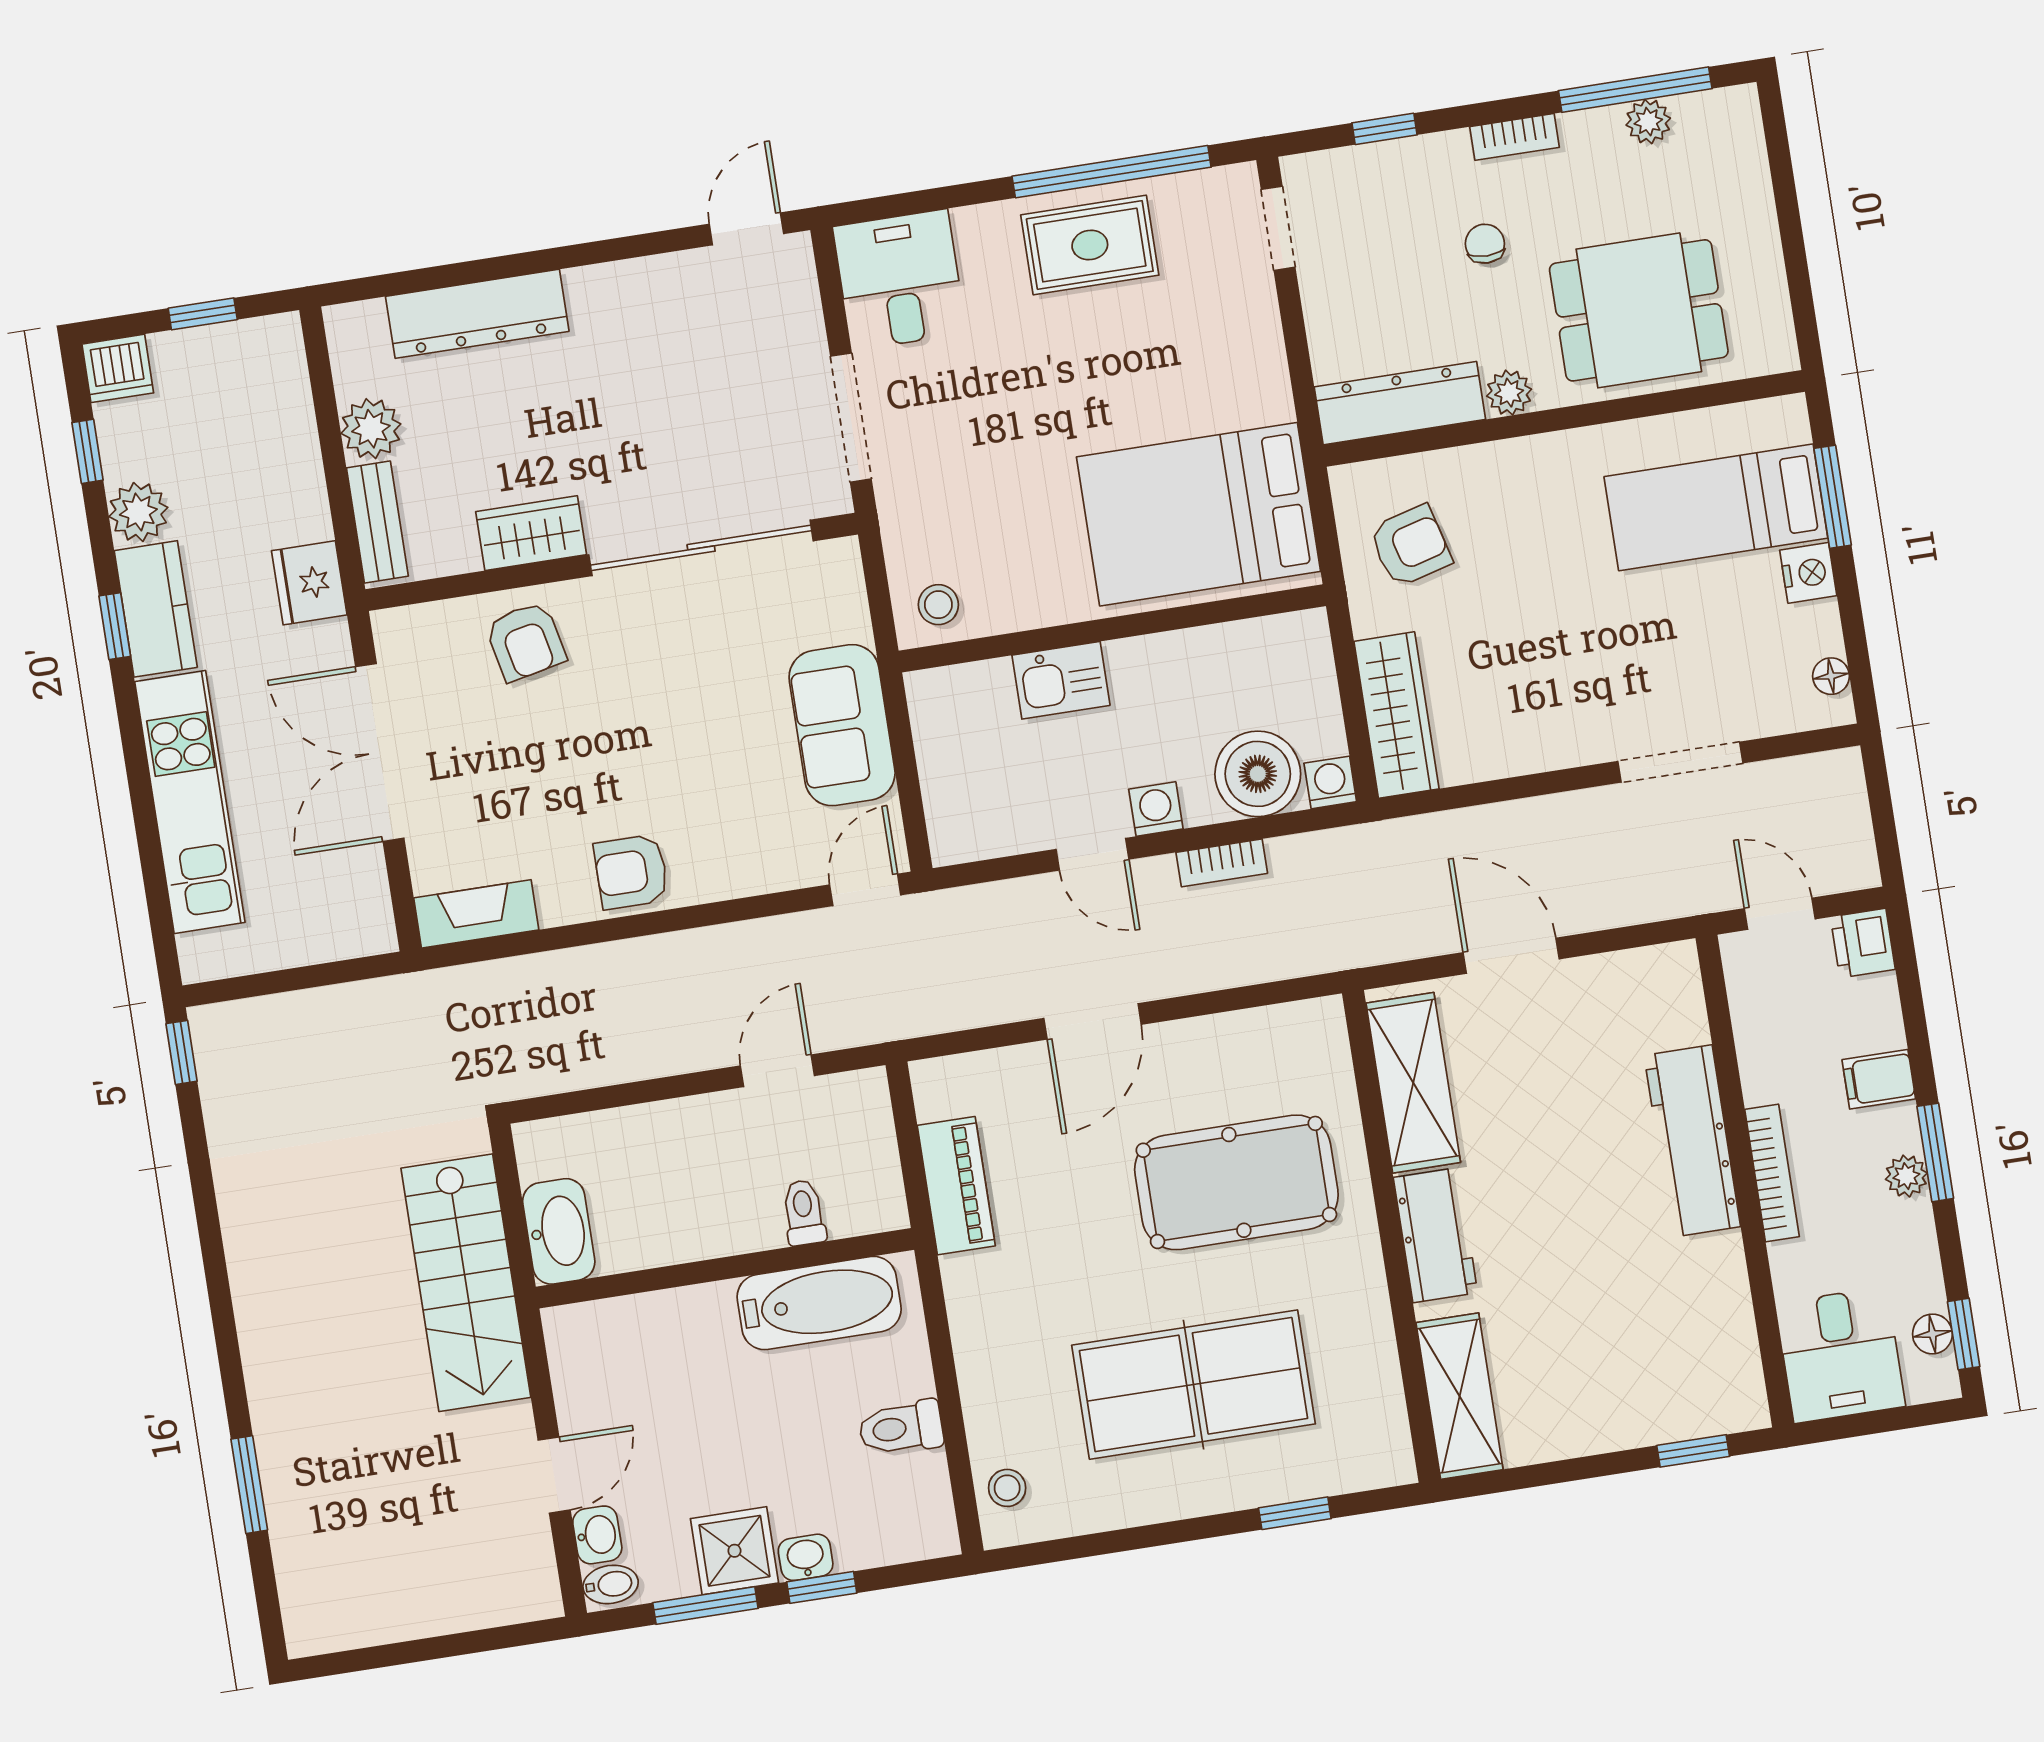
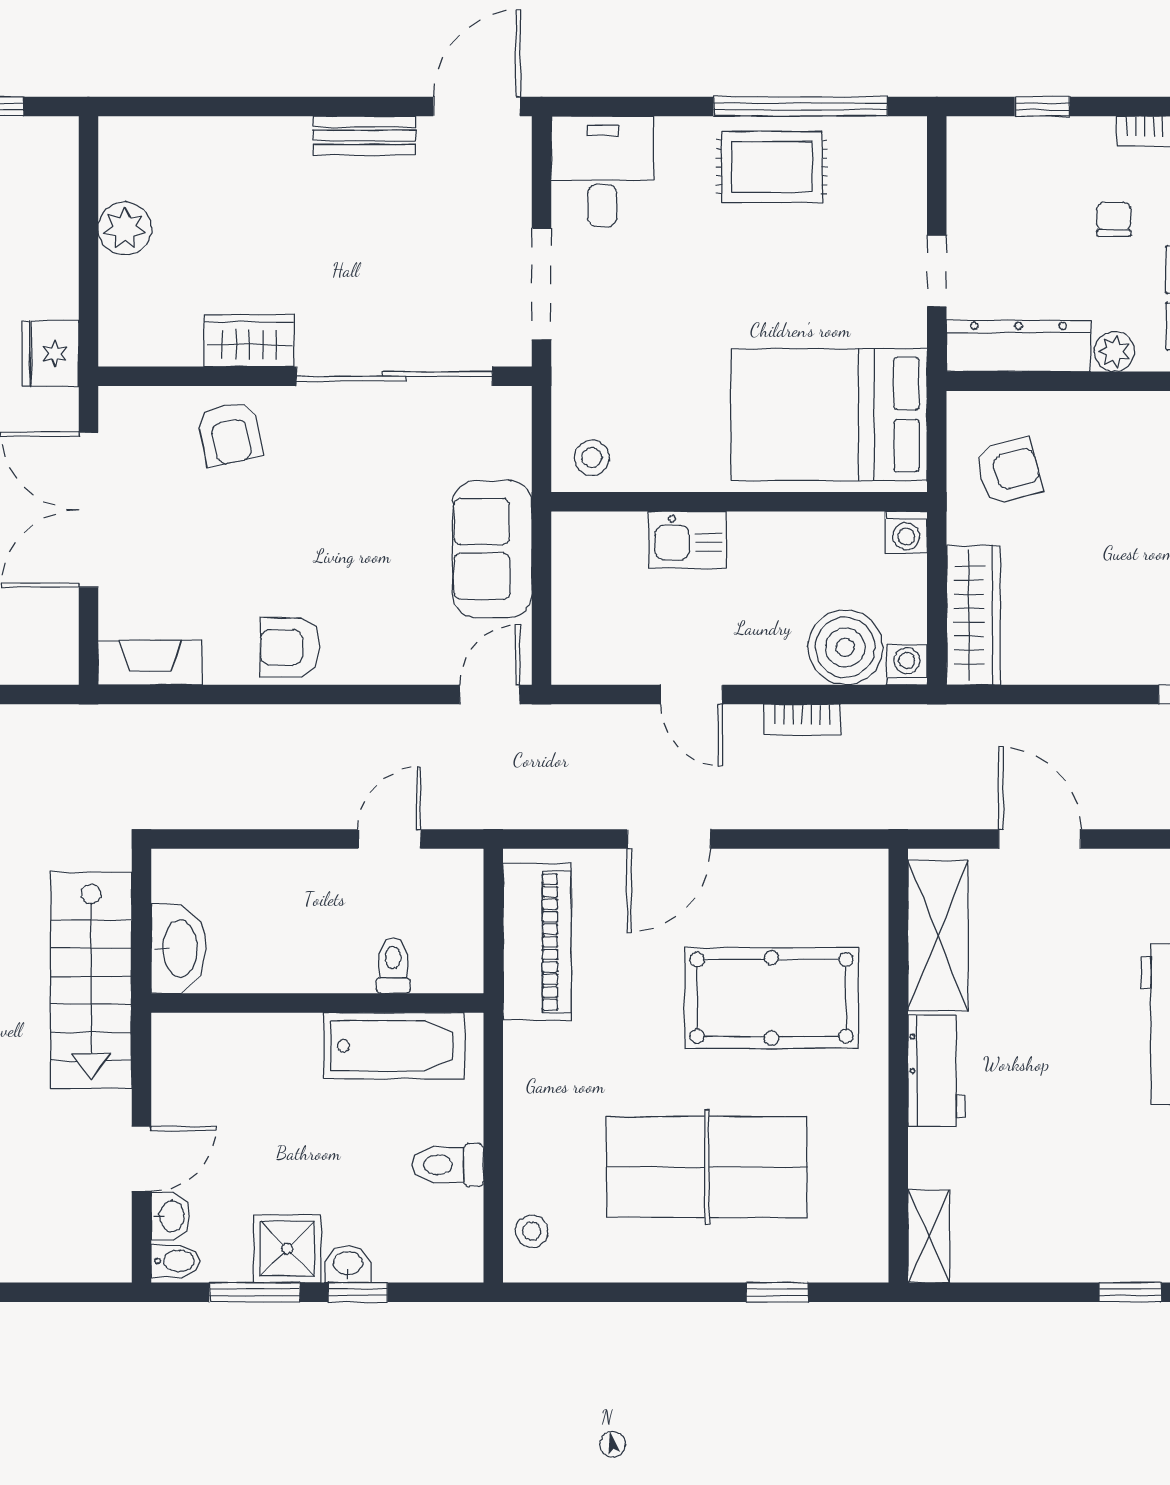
doorway: (1278, 228) -> (937, 271), moved
door: (746, 229) -> (477, 106), width x1.38
dresser: (477, 314) -> (232, 144), removed
bench: (377, 522) -> (364, 136), moved, turned 90
washing machine: (1156, 809) -> (906, 532), moved, turned 180
piano: (956, 1186) -> (537, 942), width x1.37, depth x1.33
shelving: (1460, 1396) -> (929, 1236), width x0.67, depth x0.75

